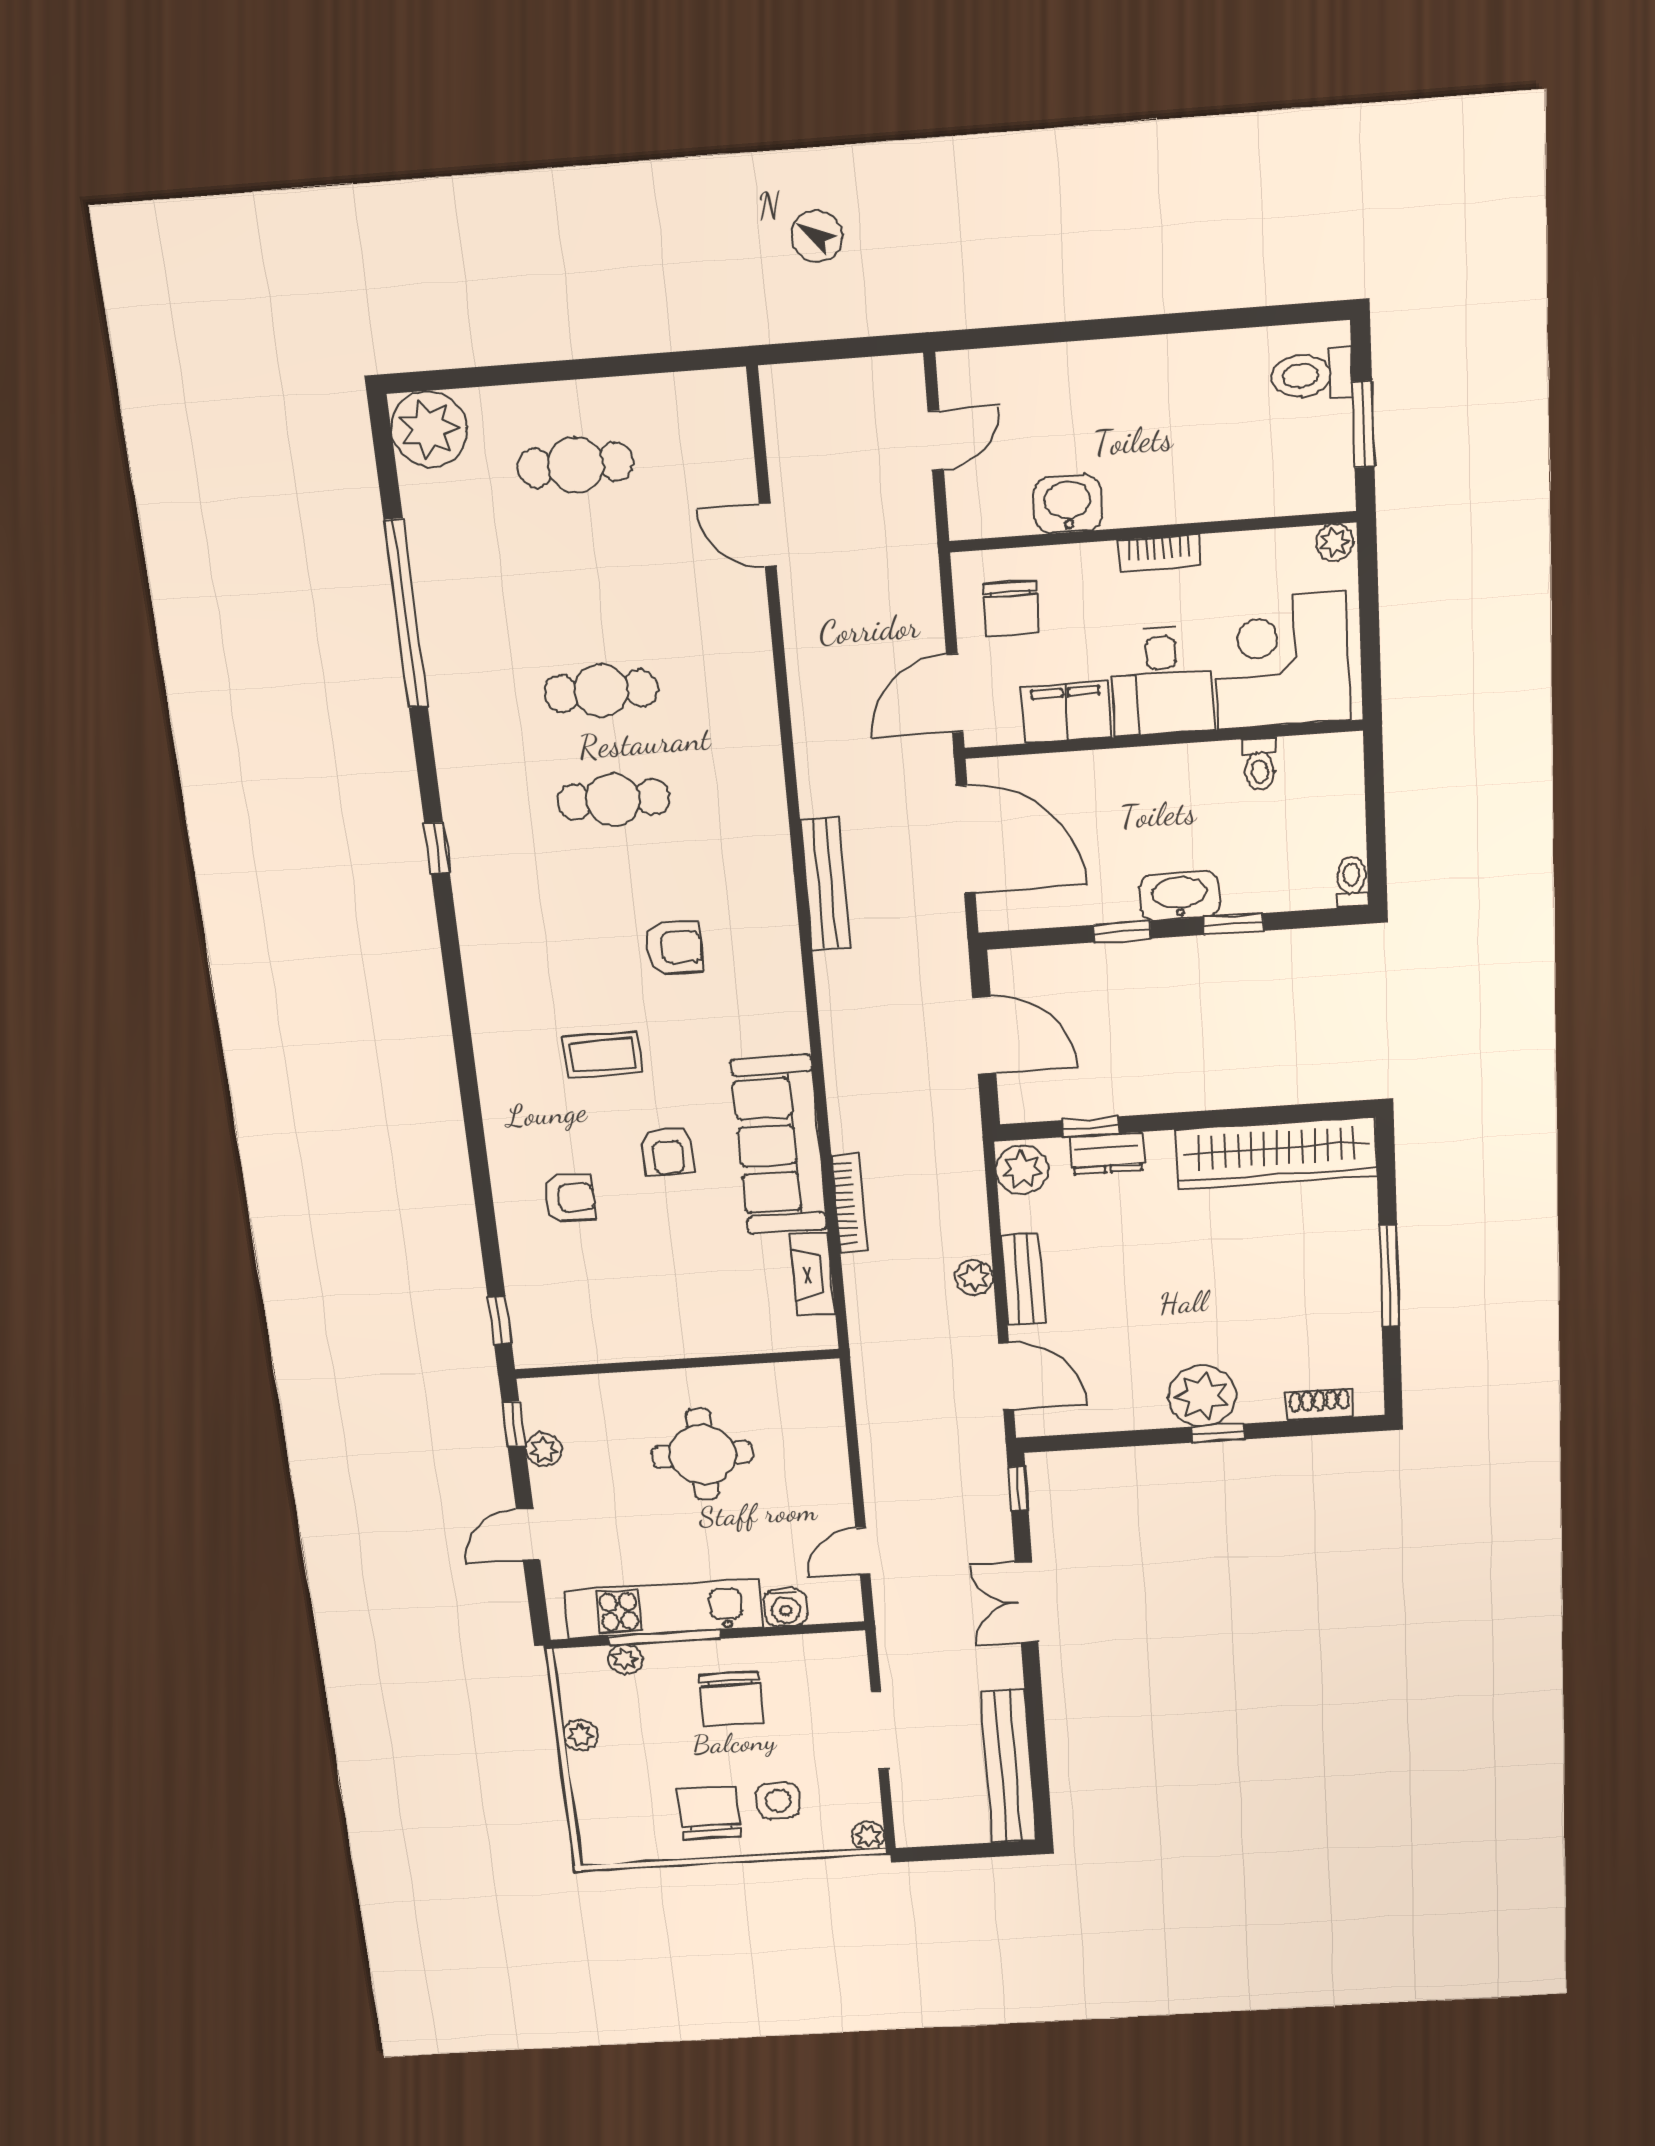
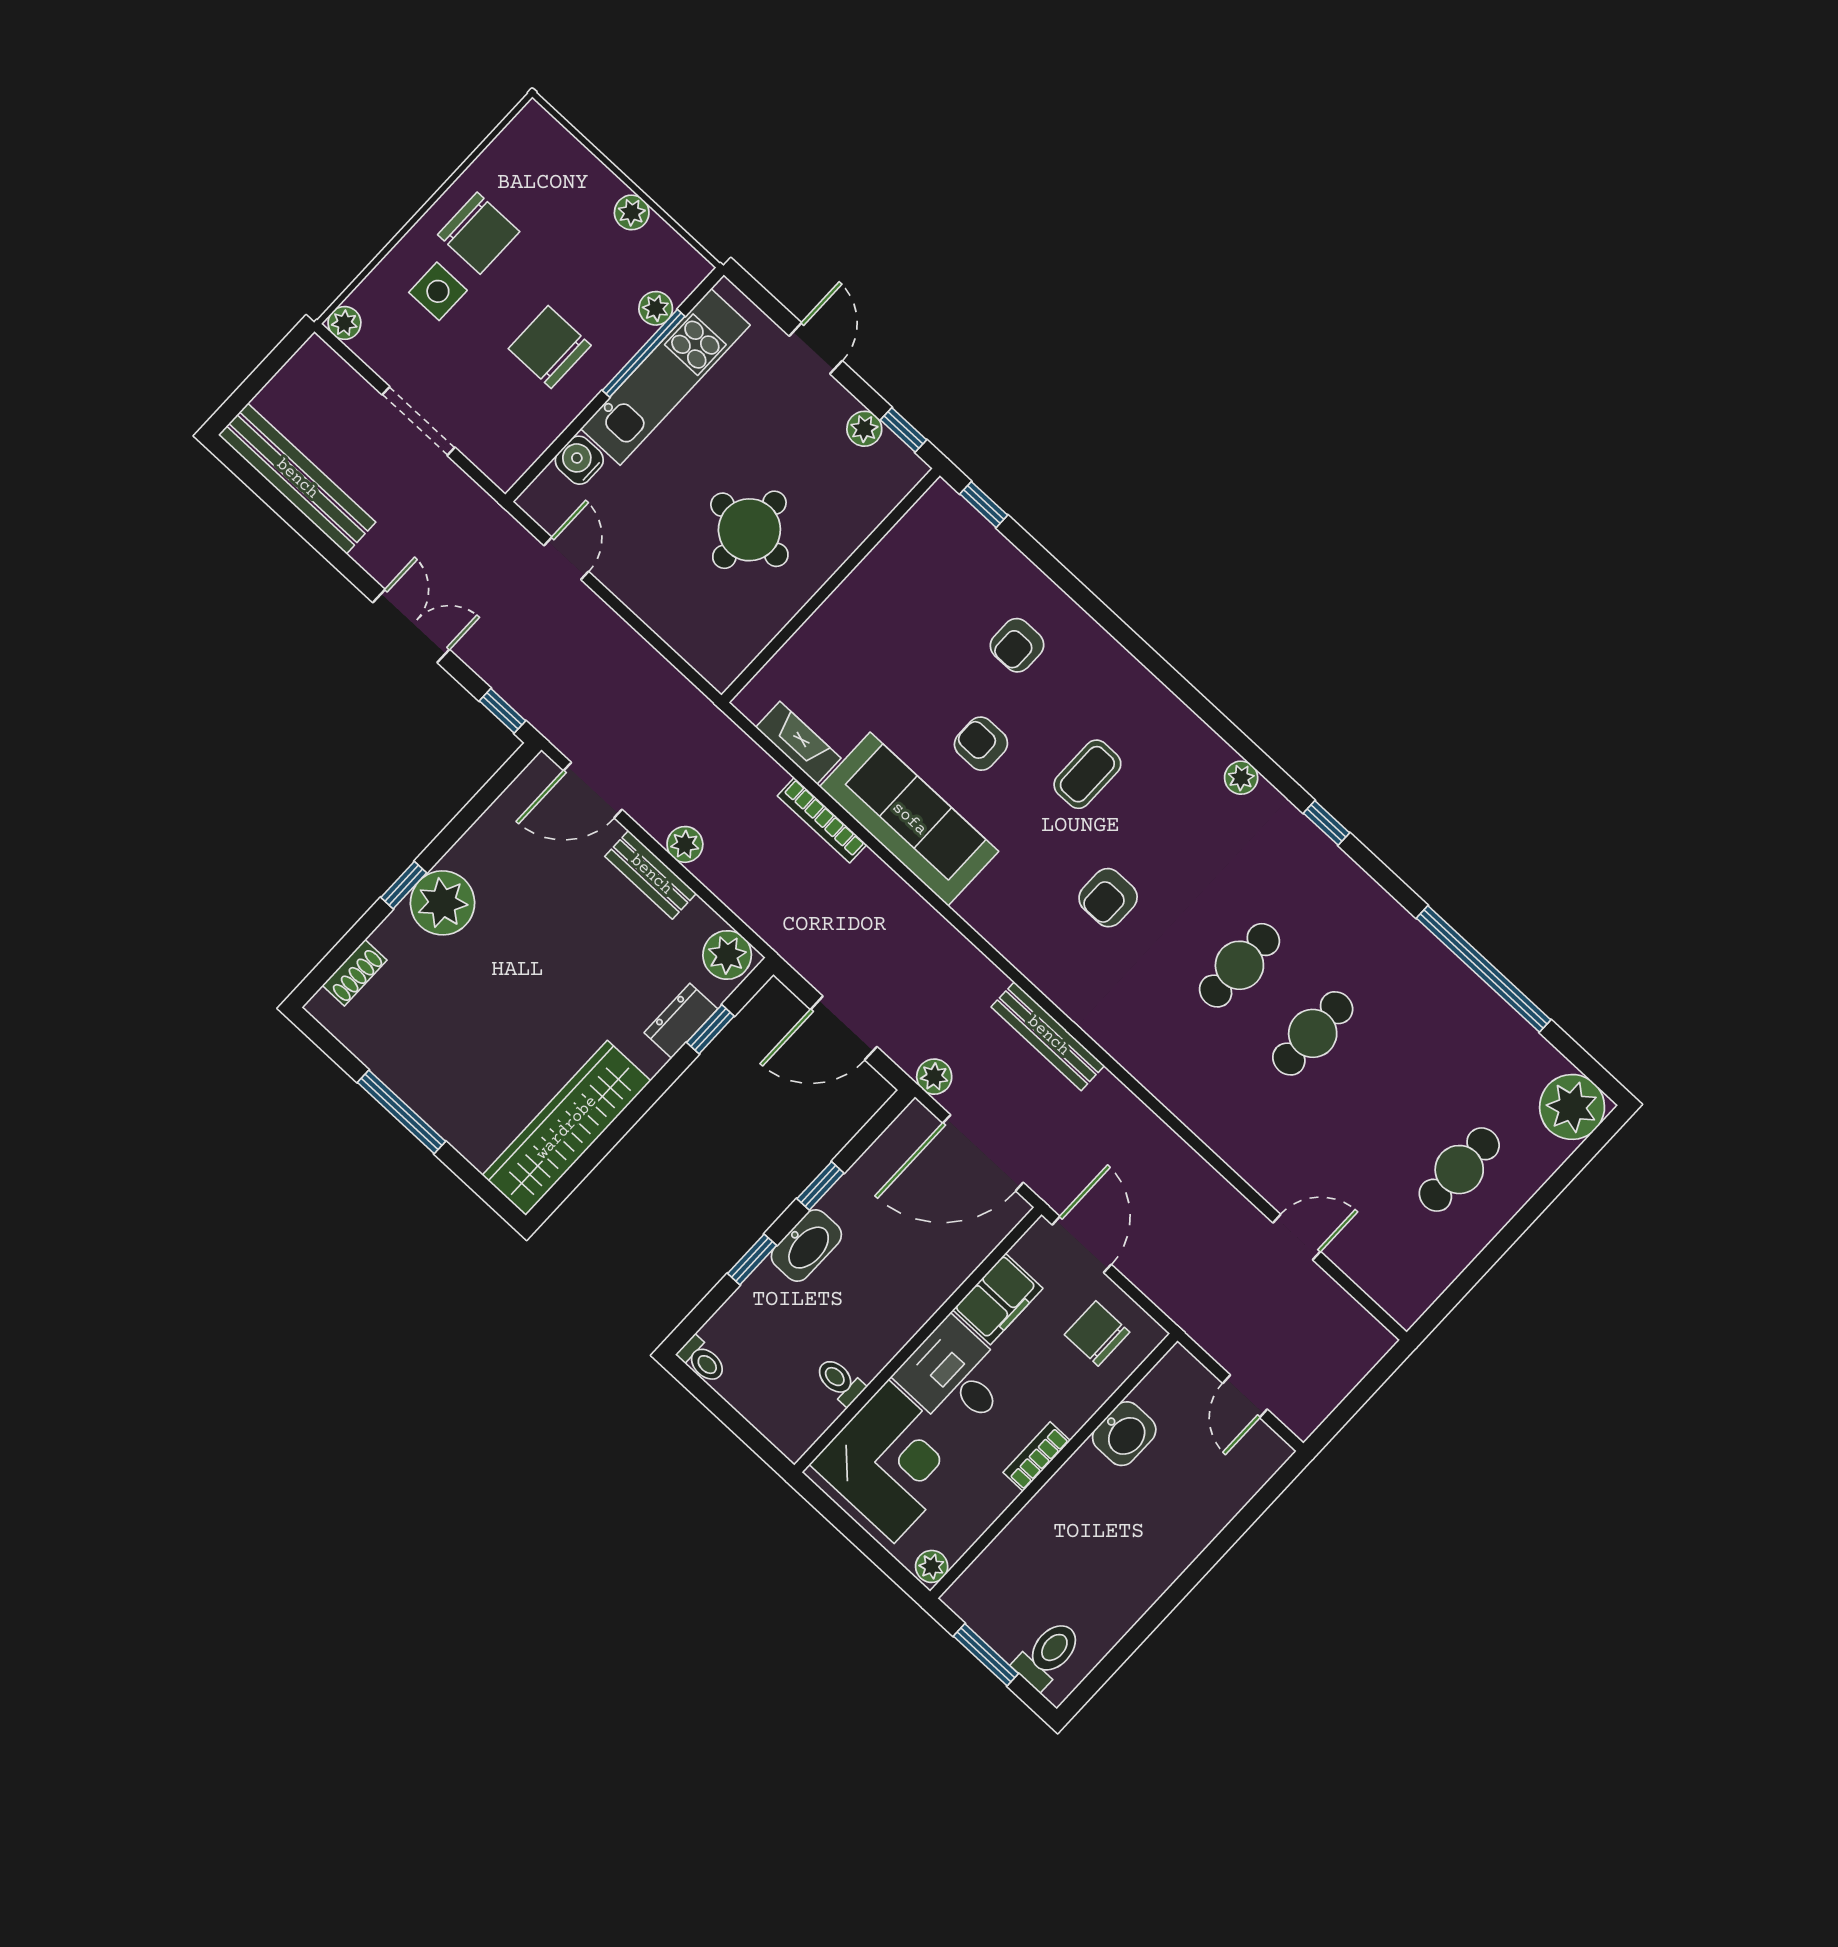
plant: (948, 934) -> (934, 1077), added
plant: (477, 944) -> (1241, 778), added

